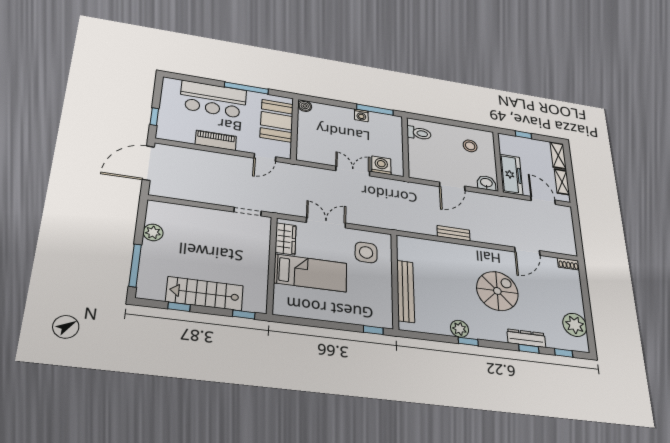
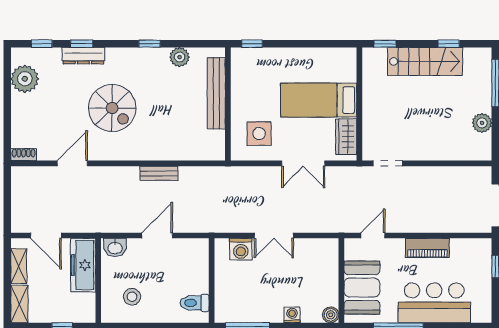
washing machine: (361, 115) -> (292, 315), moved
spiral stairs: (497, 291) -> (112, 108), turned -90
plant: (460, 329) -> (180, 57), moved

